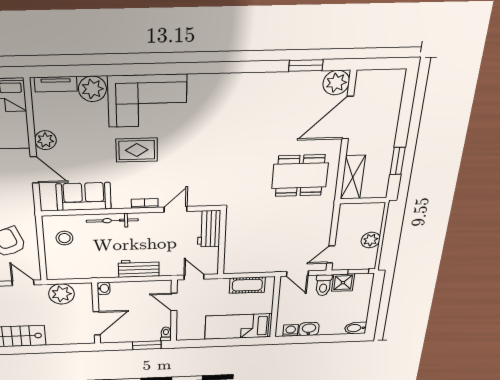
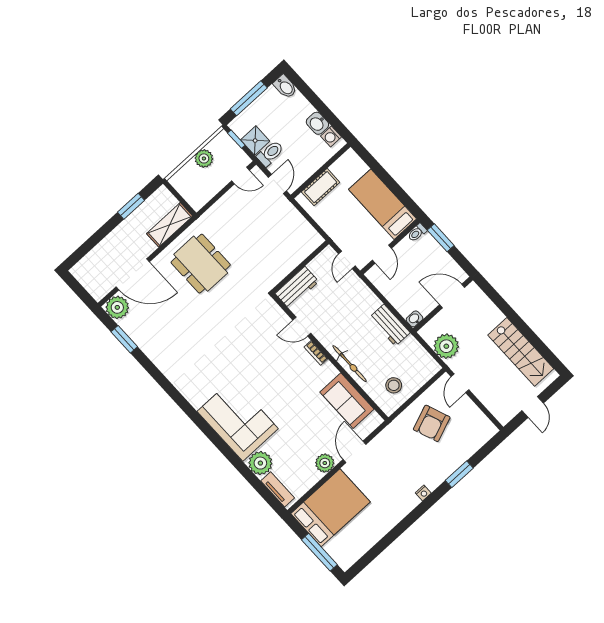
rug: (137, 150) -> (279, 395), removed
workbench: (139, 268) -> (390, 325), moved
cot: (247, 285) -> (321, 187), moved, turned 90
window: (375, 301) -> (249, 98), added
bed: (238, 327) -> (383, 204), moved, turned 180

